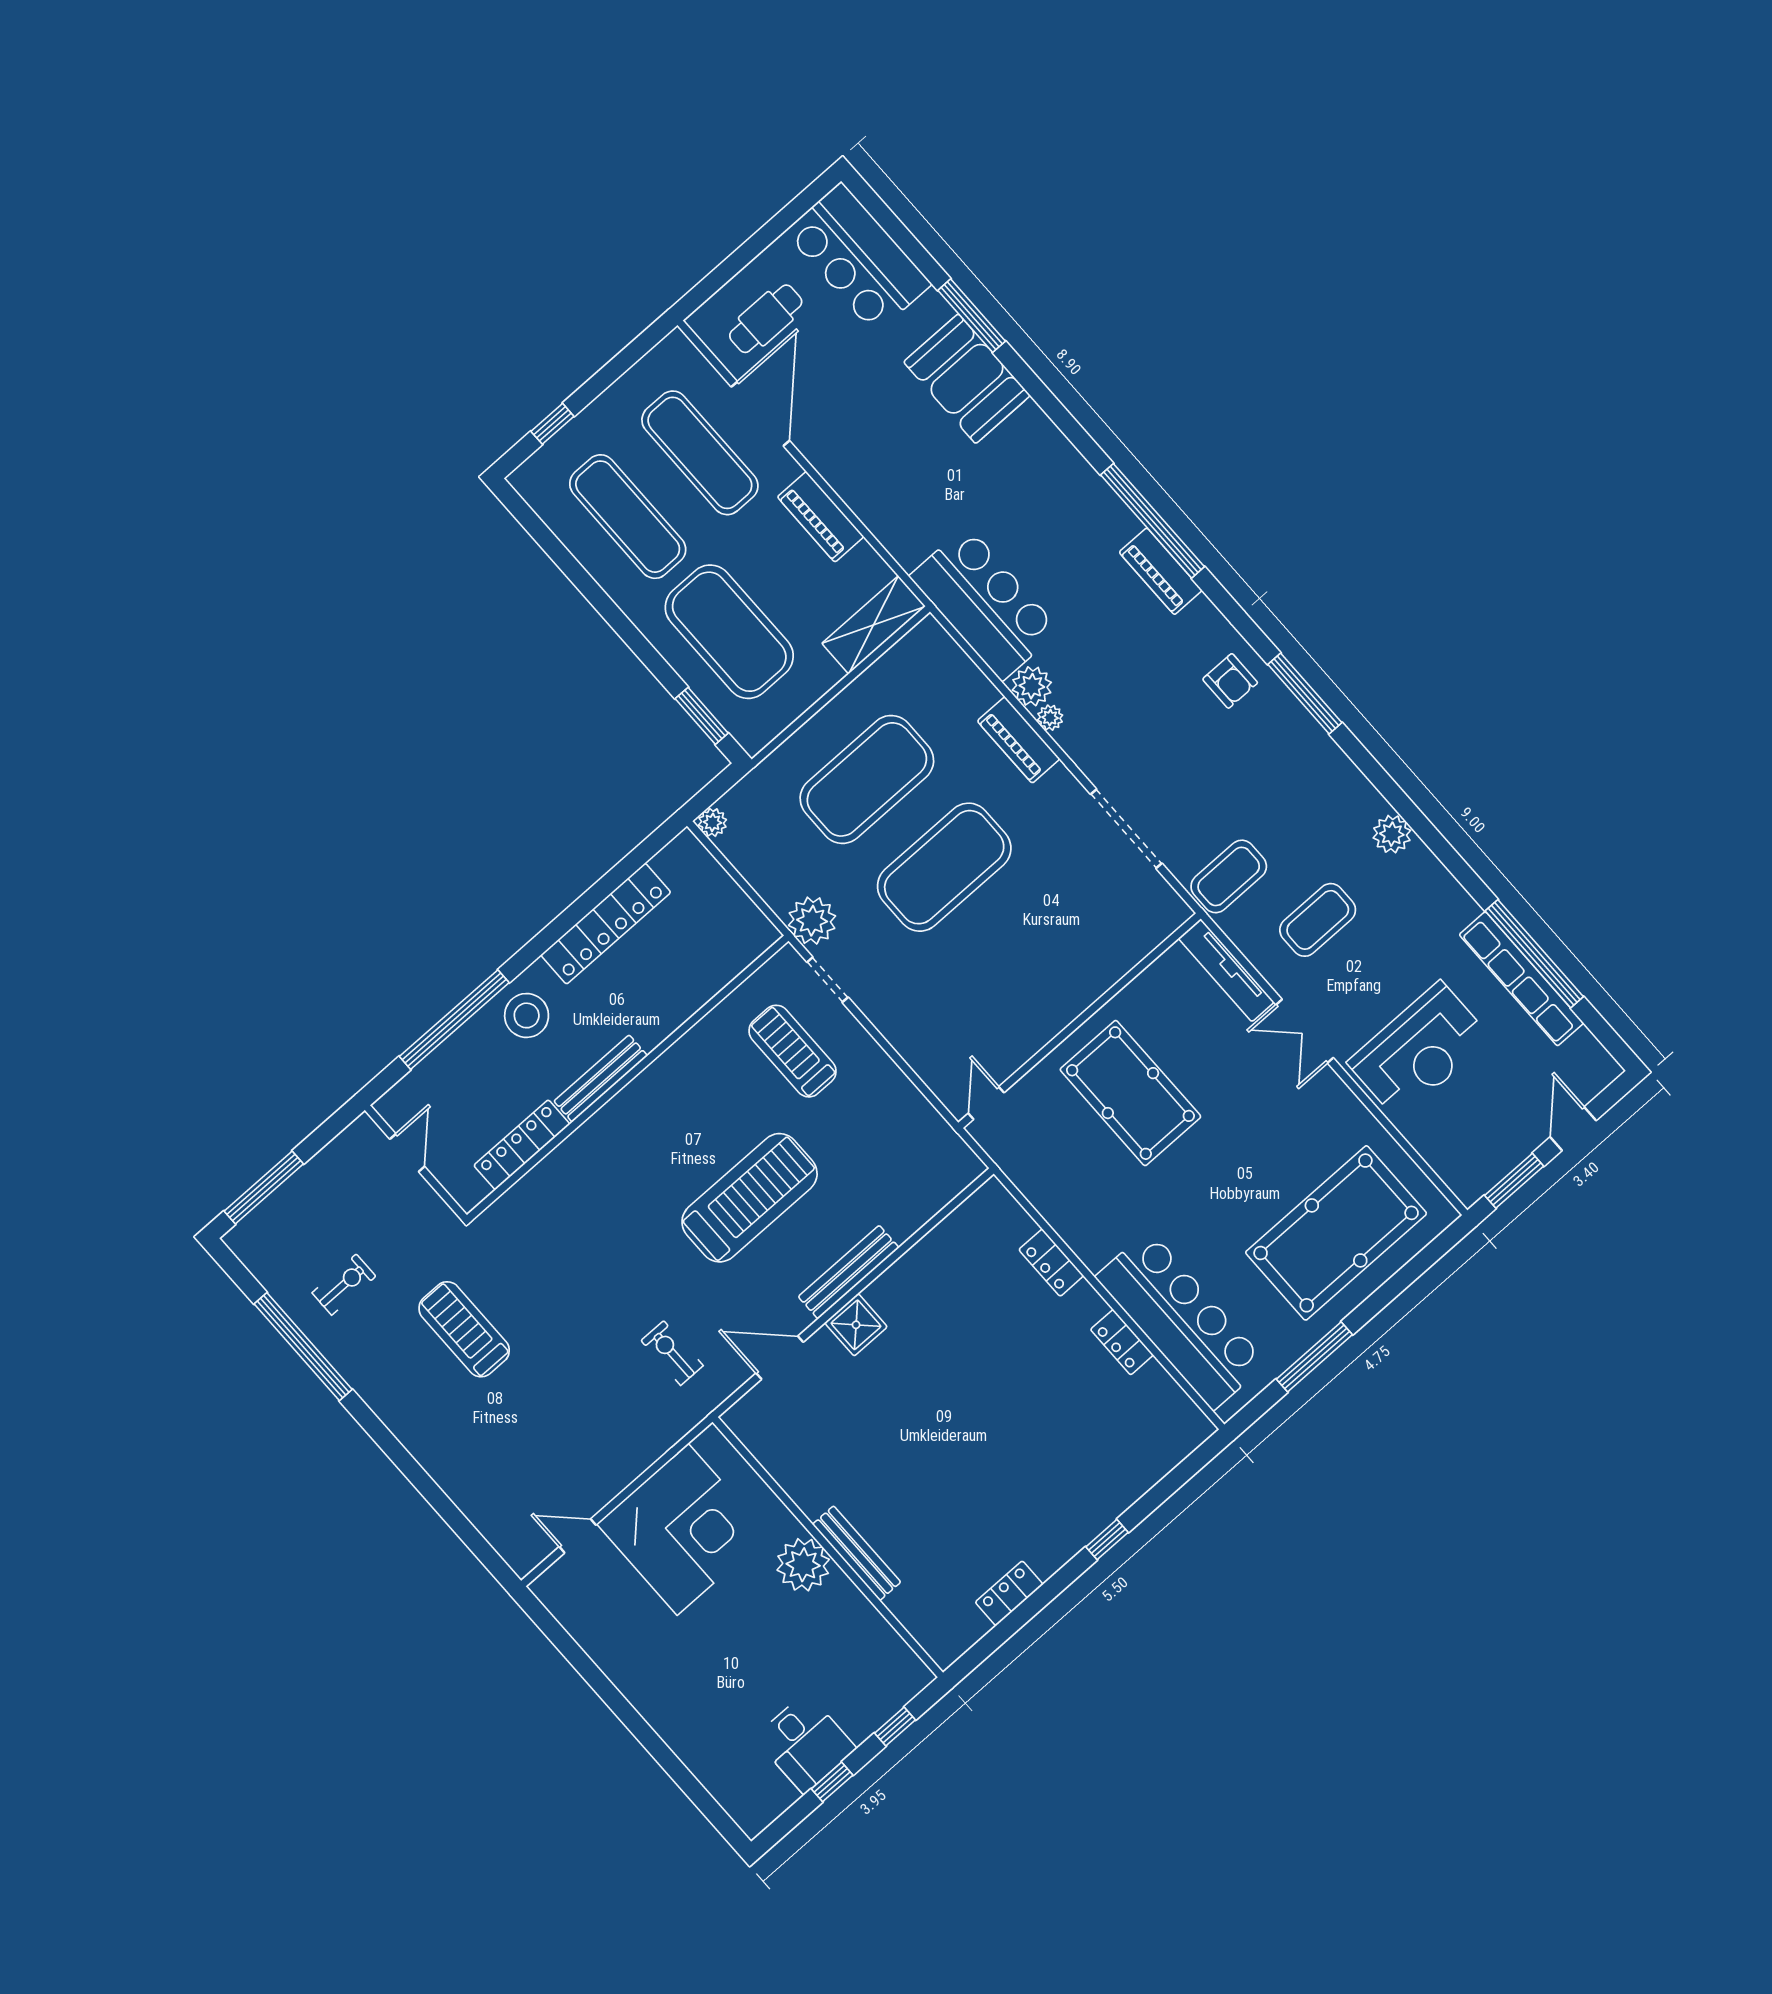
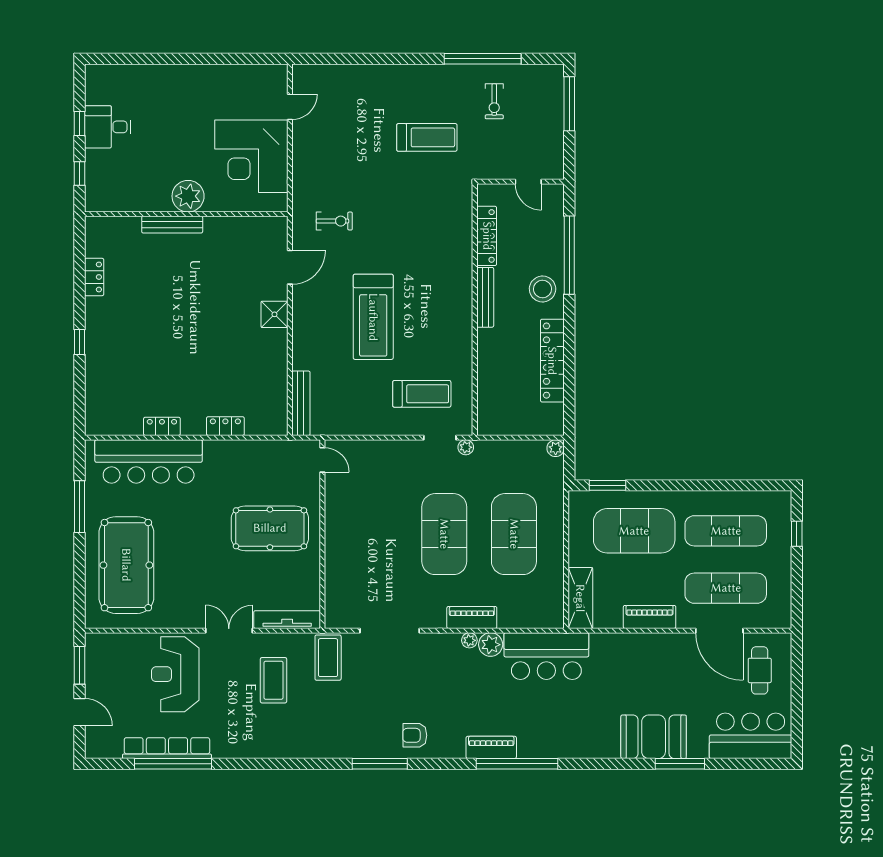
plant: (1392, 834) -> (283, 747), removed
plant: (812, 921) -> (466, 447), width x0.53, depth x0.53
bench: (849, 1272) -> (301, 403), moved

